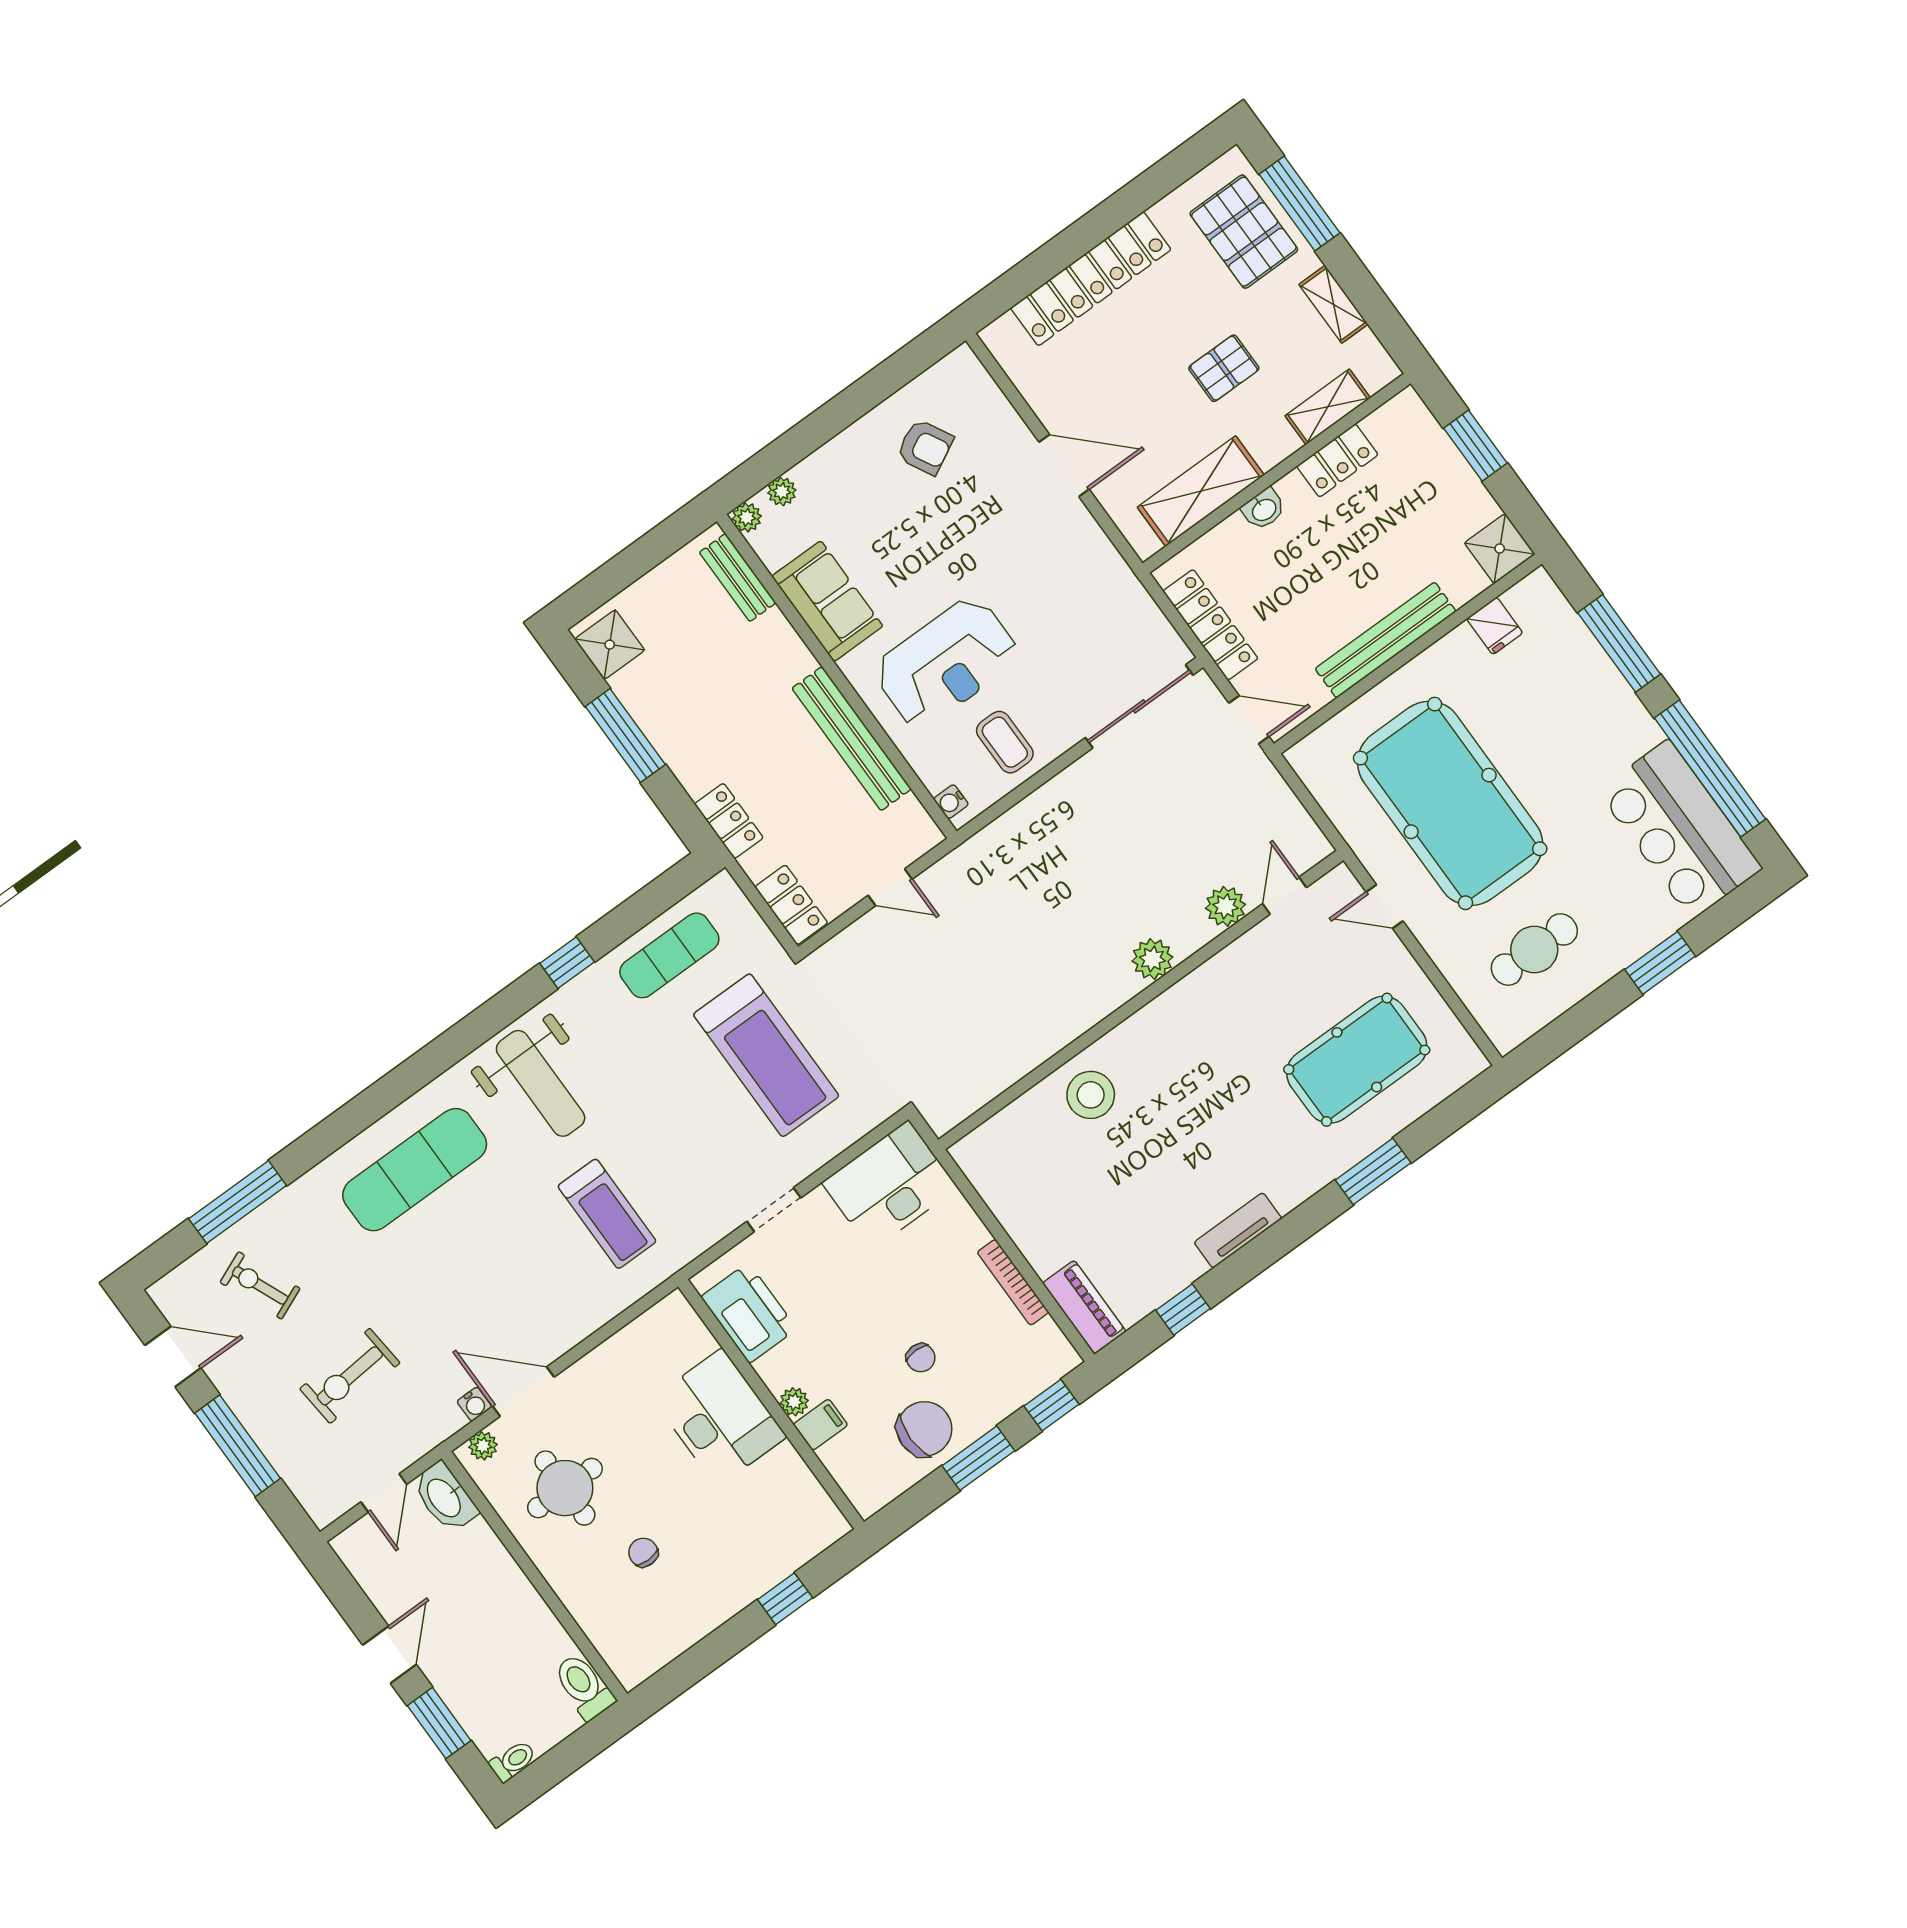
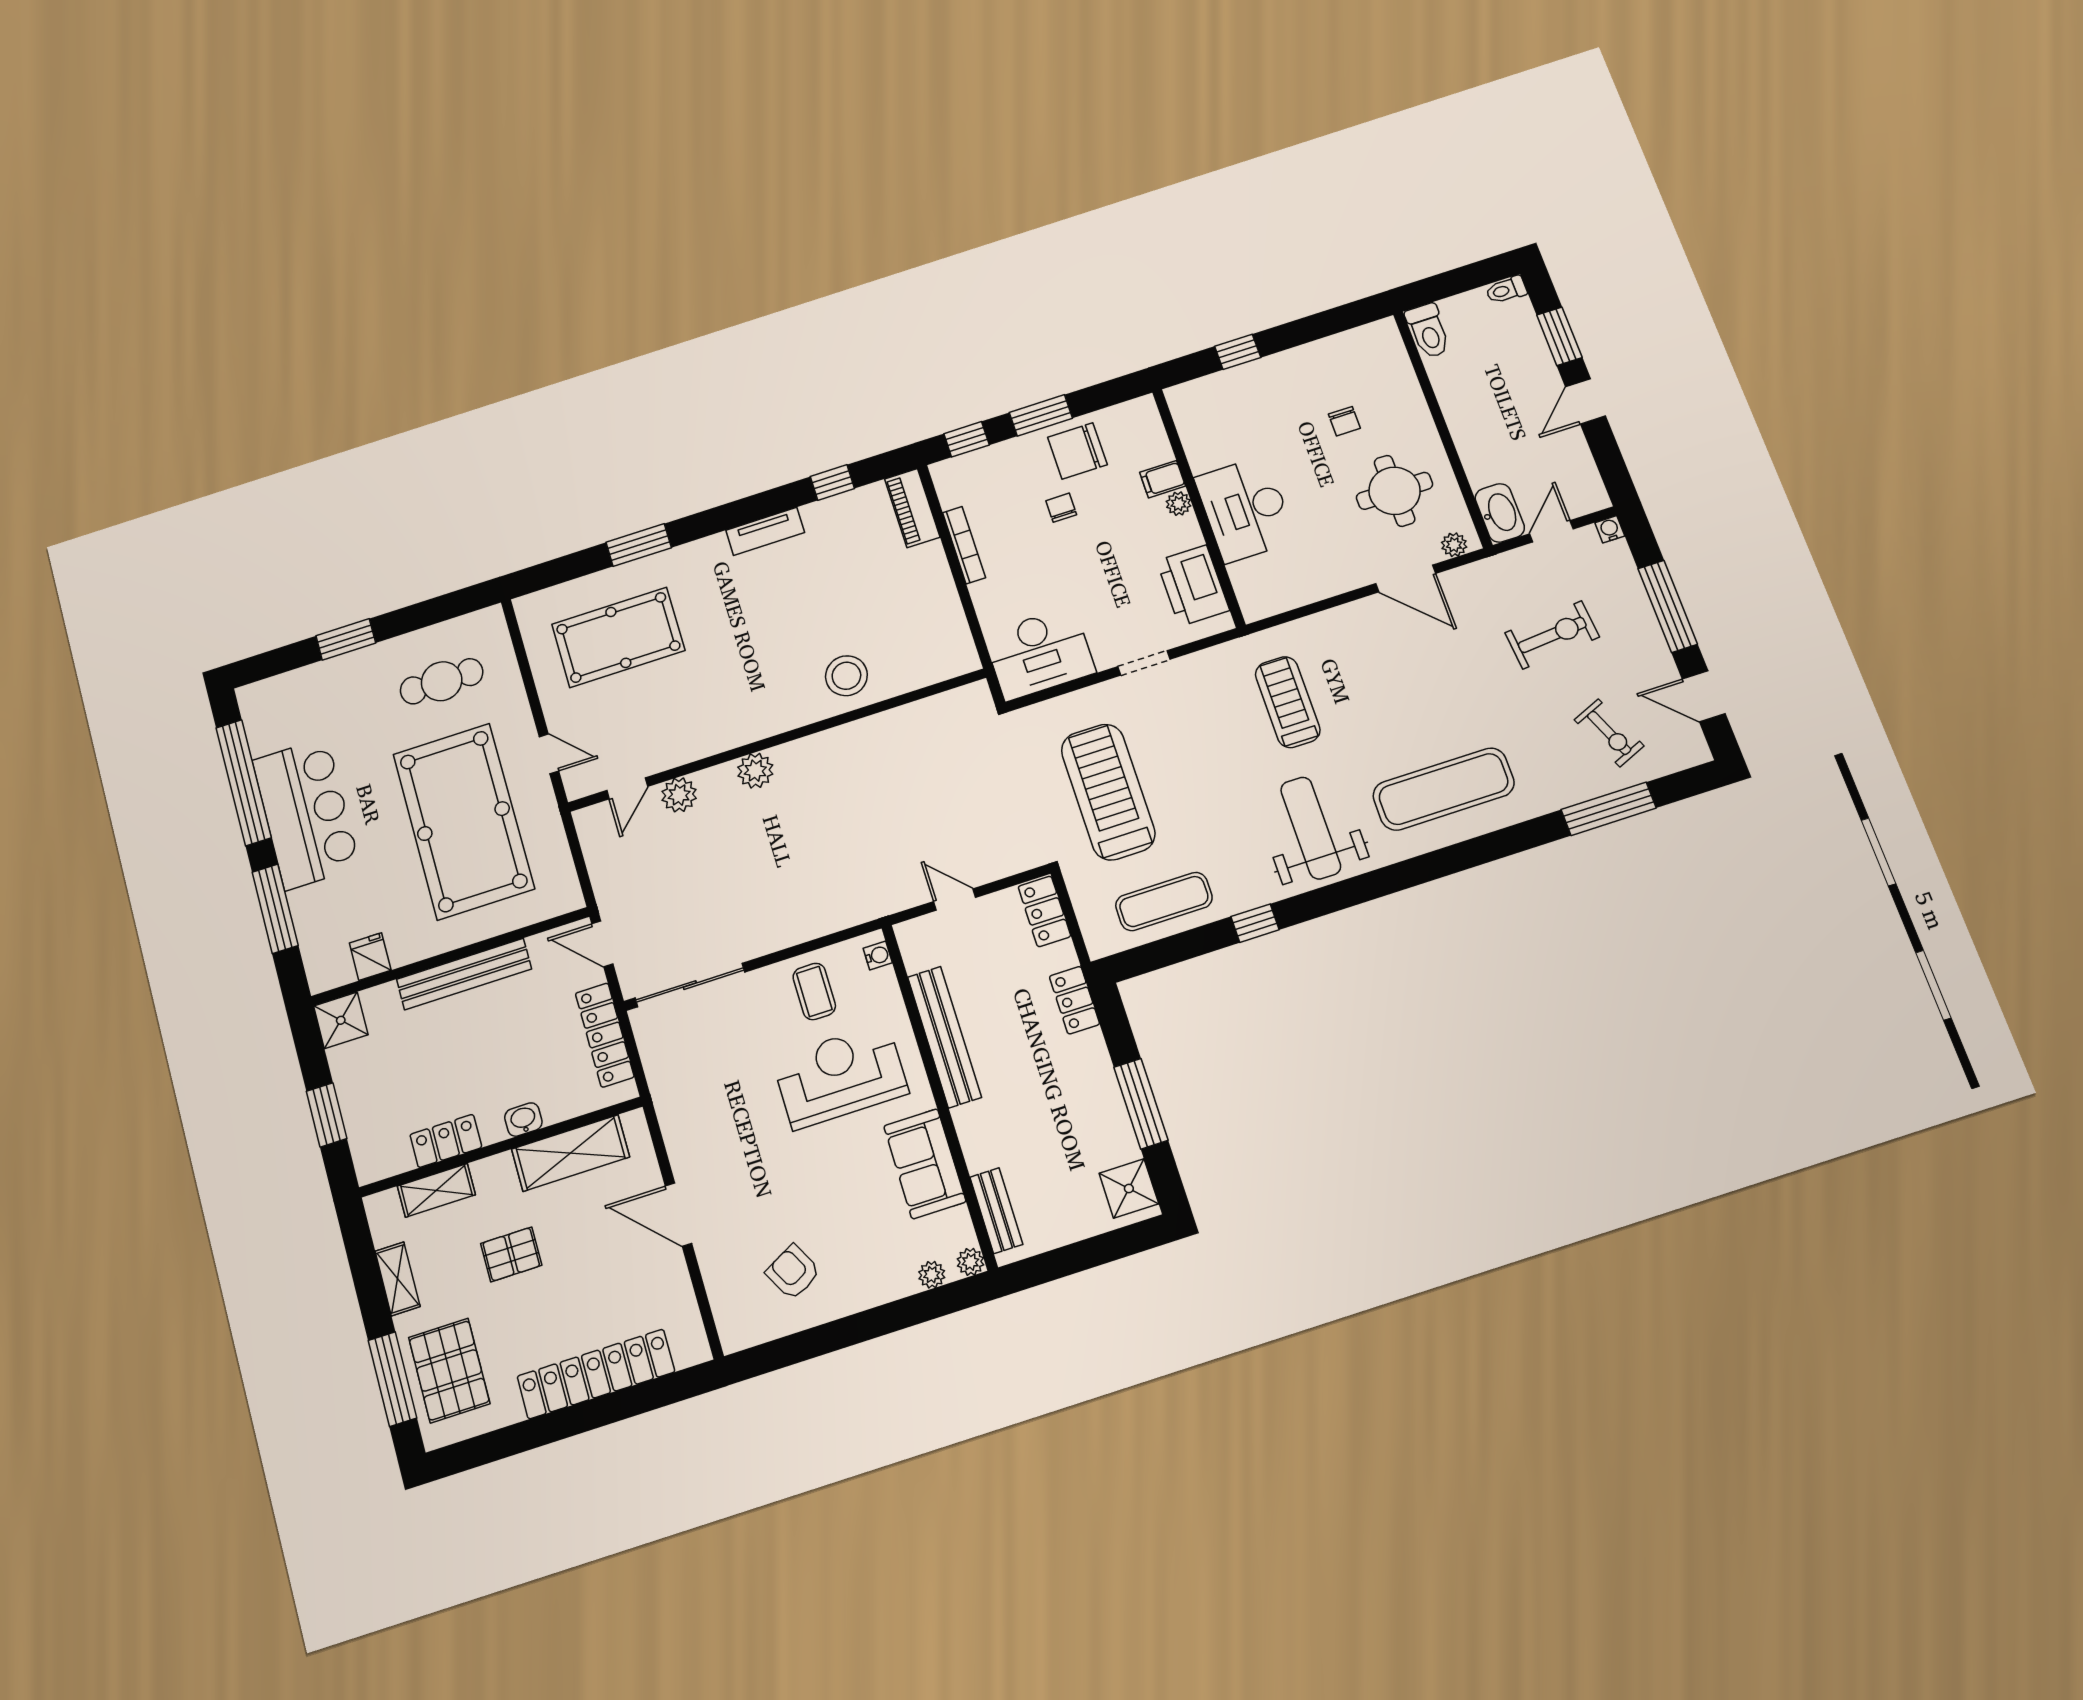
bar counter: (1680, 830) -> (306, 813), moved
water cooler: (474, 1404) -> (1610, 529), moved

